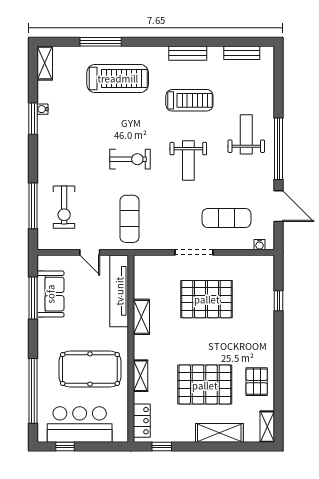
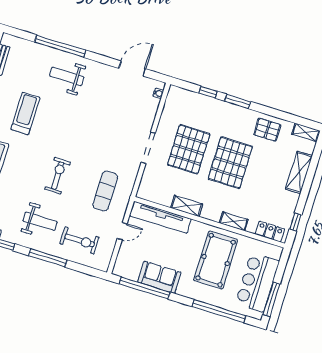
window: (278, 149) -> (60, 46), moved
weight bench: (188, 161) -> (40, 221), moved
window: (33, 206) -> (48, 258), moved
exercise mat: (226, 218) -> (129, 113), removed
exercise mat: (130, 219) -> (105, 191), turned 90
sofa: (50, 294) -> (159, 277), moved
window: (33, 298) -> (145, 288), width x1.46
window: (278, 337) -> (237, 101), added
pallet: (205, 385) -> (230, 163), moved
window: (65, 446) -> (271, 299), width x2.17

